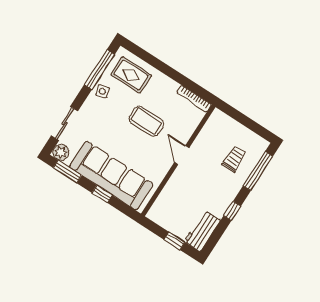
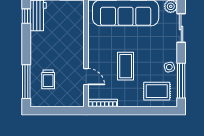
coffee table: (146, 121) -> (126, 66), turned 90
door: (182, 155) -> (86, 77), moved
window: (232, 211) -> (26, 16), moved

